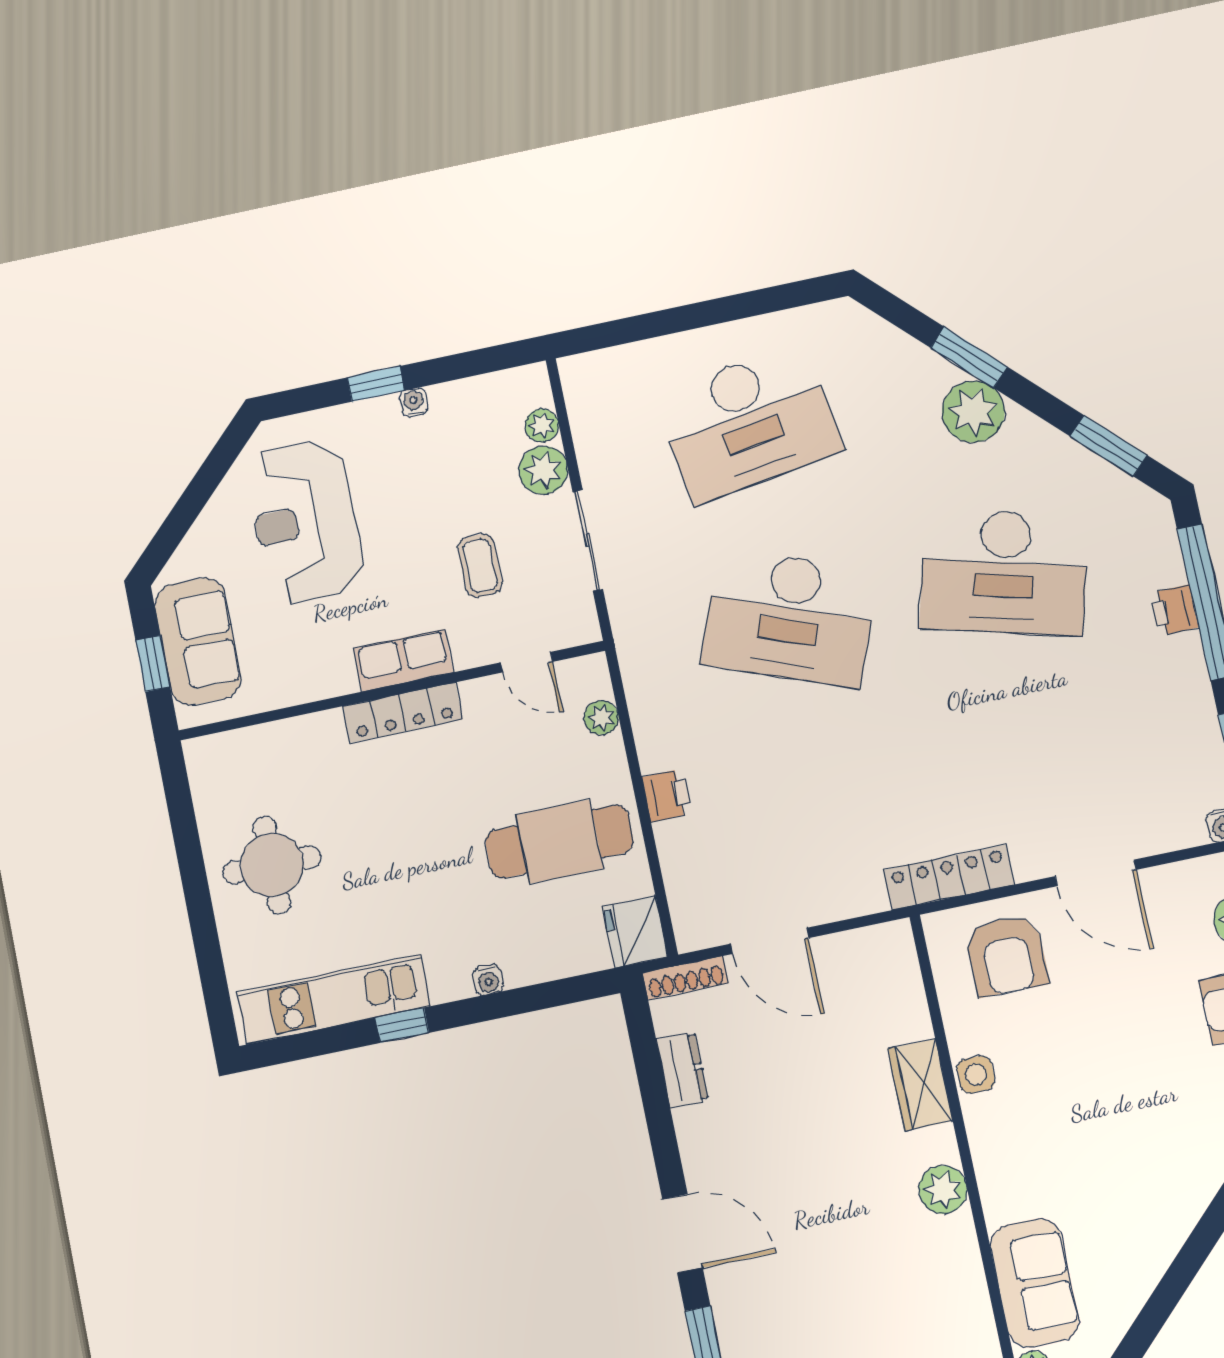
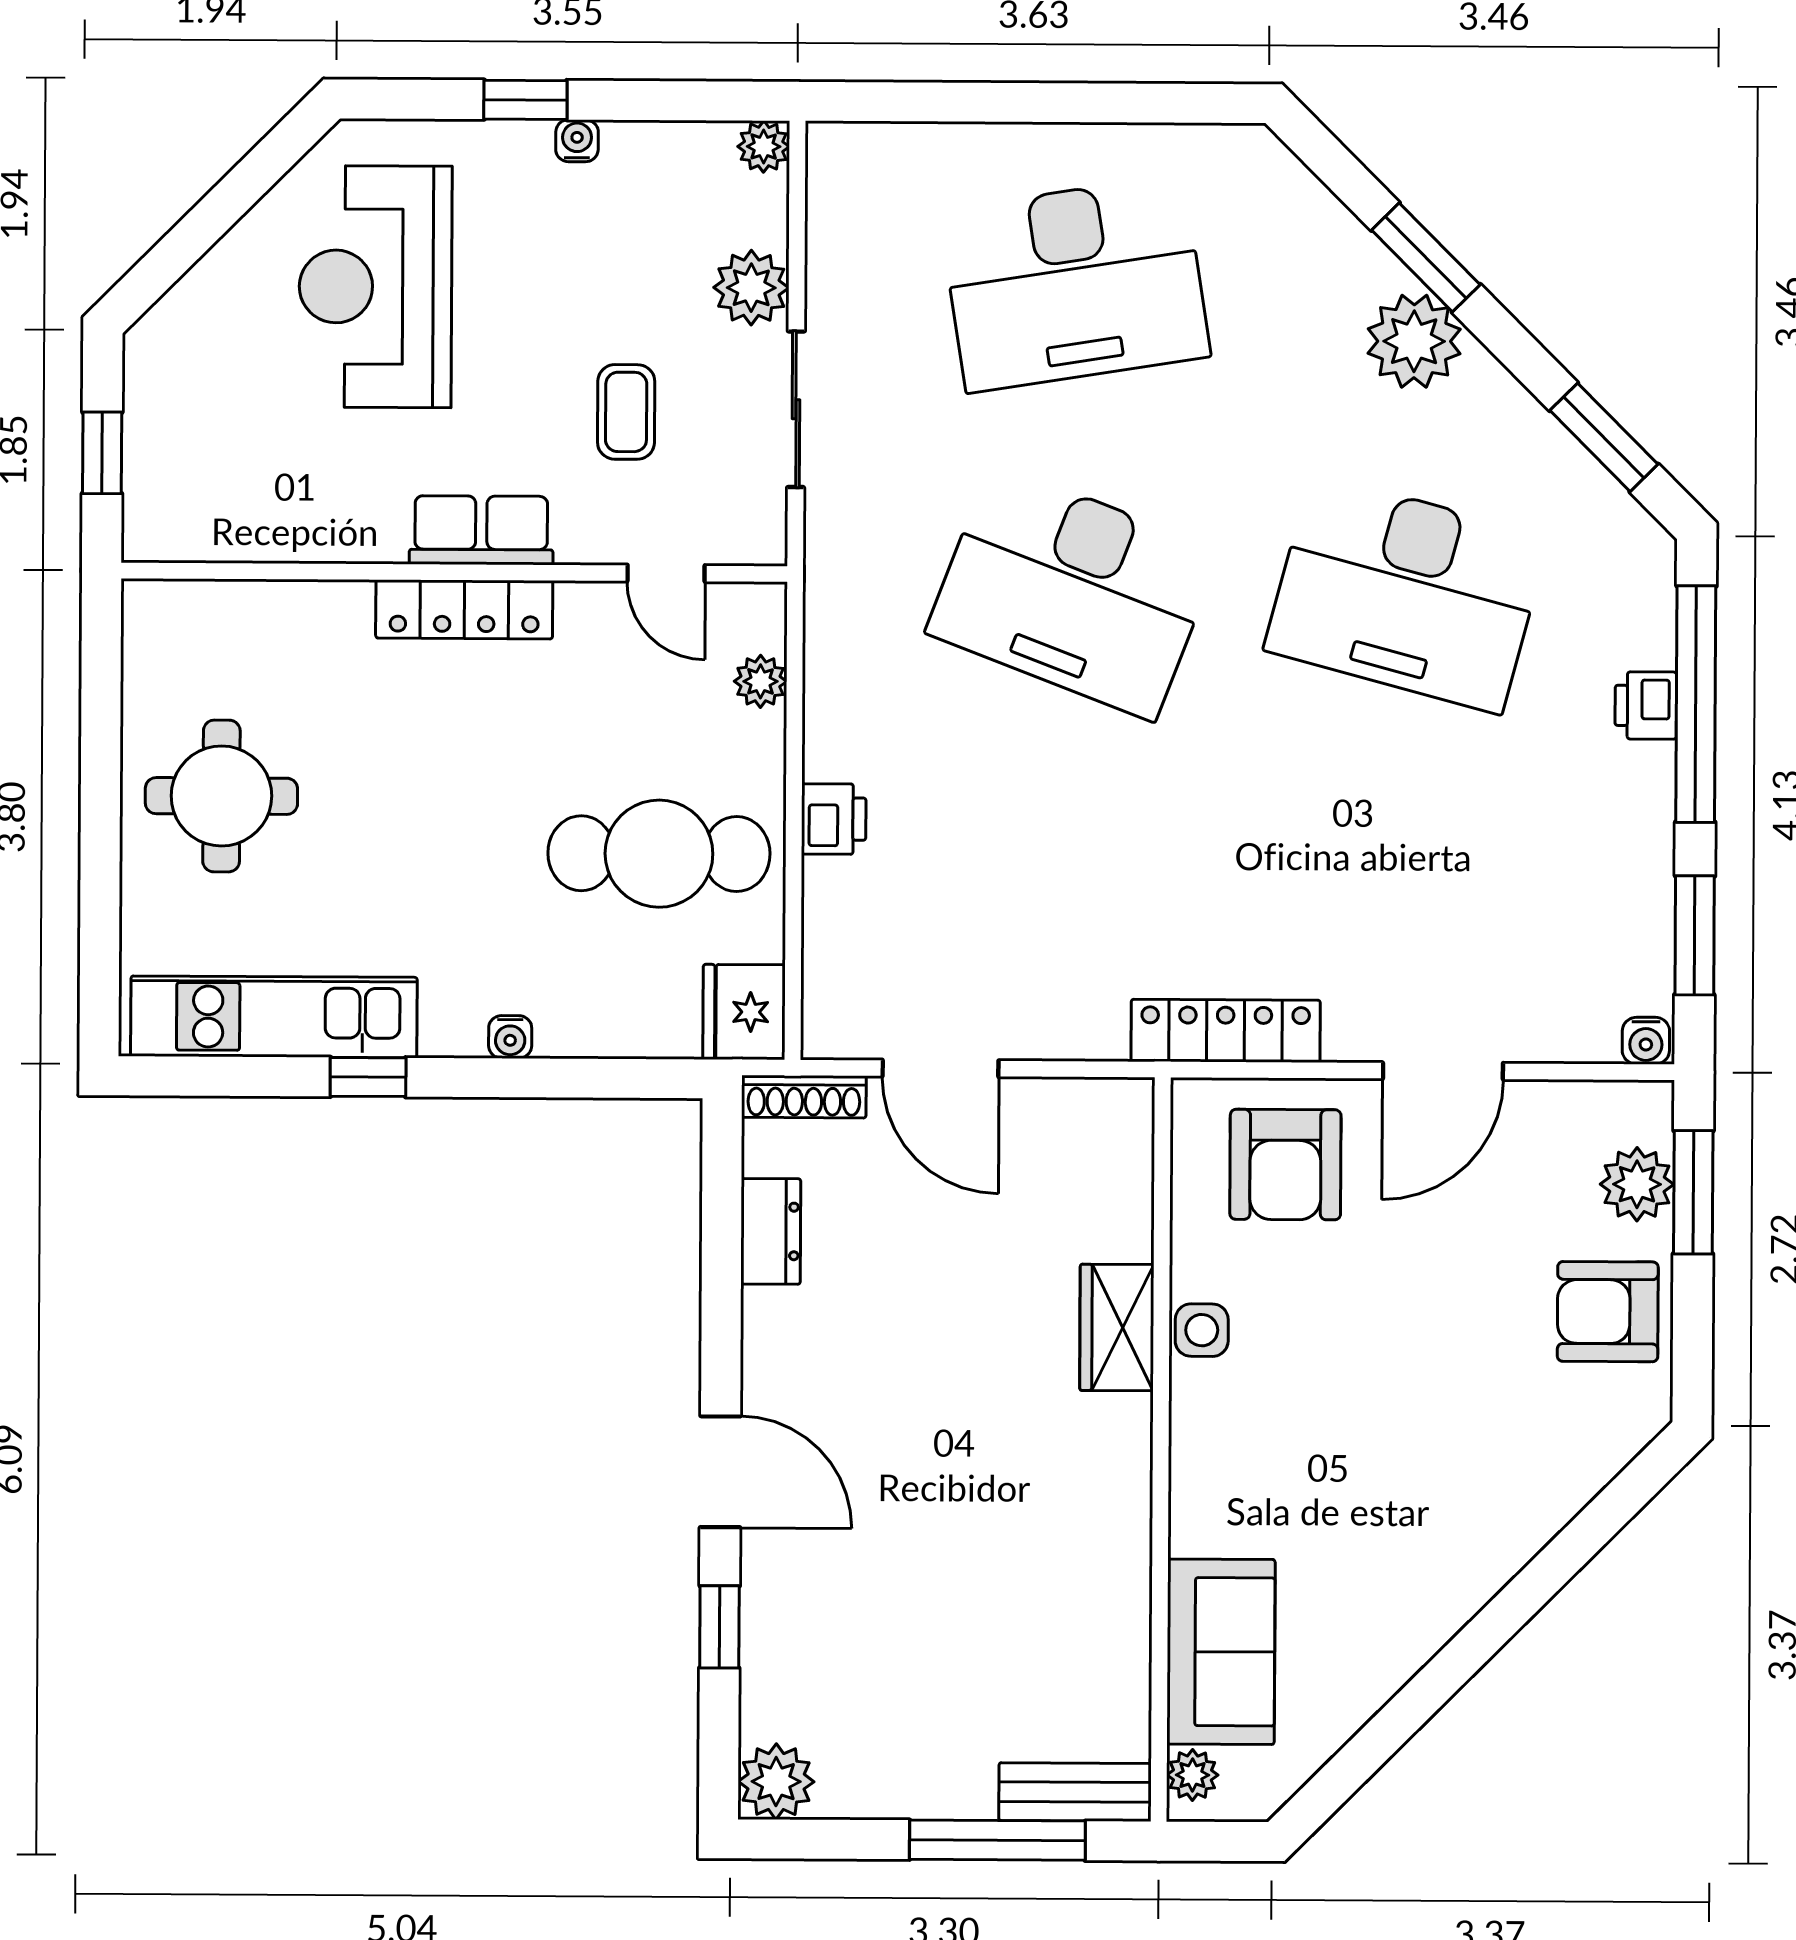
plant: (542, 425) -> (764, 147), moved
sofa: (198, 641) -> (177, 434), removed
door: (1096, 873) -> (1443, 1071), hinge flipped
plant: (943, 1190) -> (1117, 1488), removed

